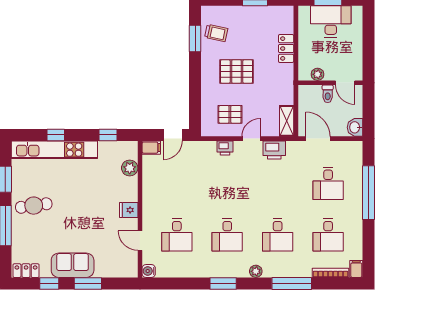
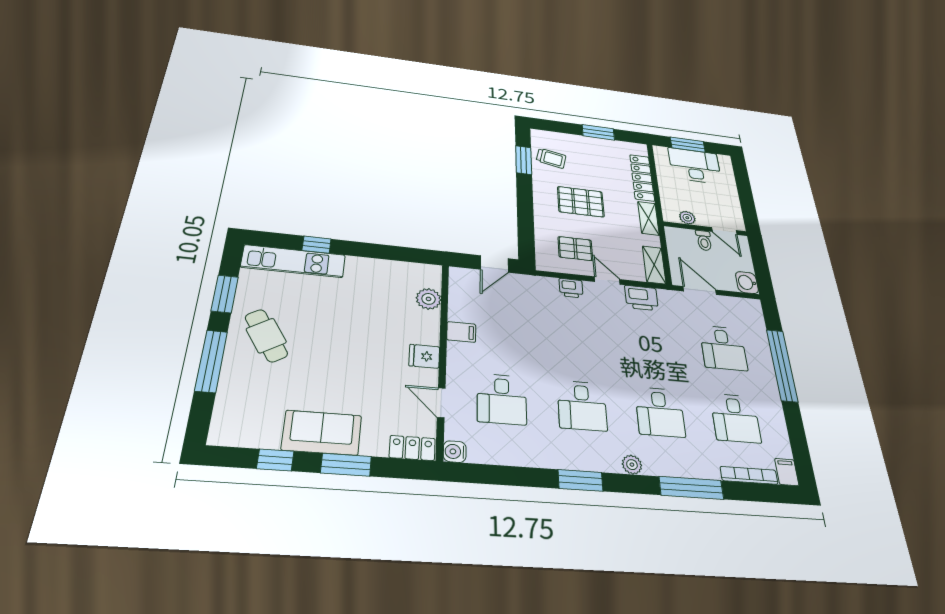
locker: (286, 48) -> (642, 178), width x1.53
shelving: (287, 79) -> (648, 218), added
window: (108, 135) -> (397, 253), removed
door: (251, 139) -> (607, 281), hinge flipped
filing cabinet: (151, 148) -> (461, 332), moved
kitchen unit: (54, 150) -> (293, 261), width x0.73
cafe table: (34, 206) -> (266, 336), turned 66
locker: (26, 271) -> (412, 448), moved

